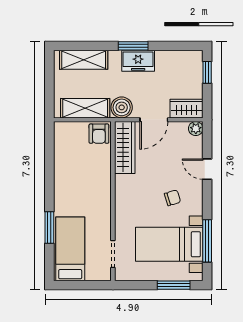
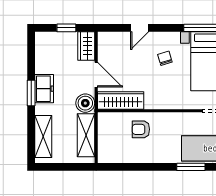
window: (207, 72) -> (66, 28), moved
plant: (196, 129) -> (104, 38), removed
armchair: (99, 134) -> (141, 129), moved, turned 180

